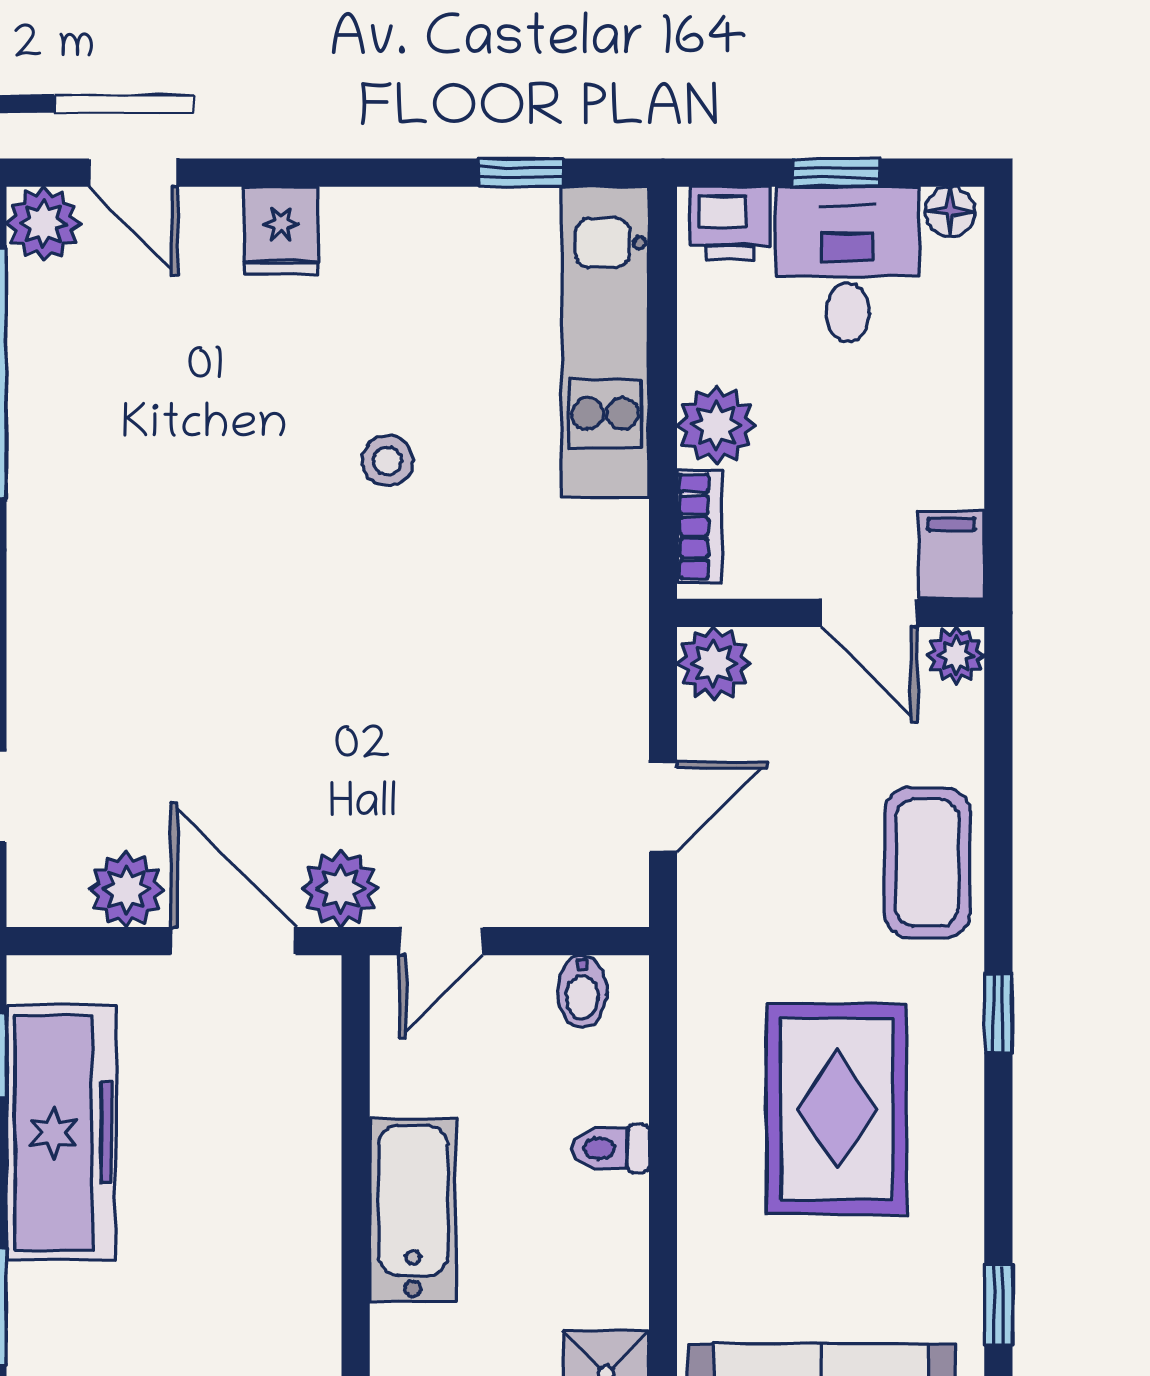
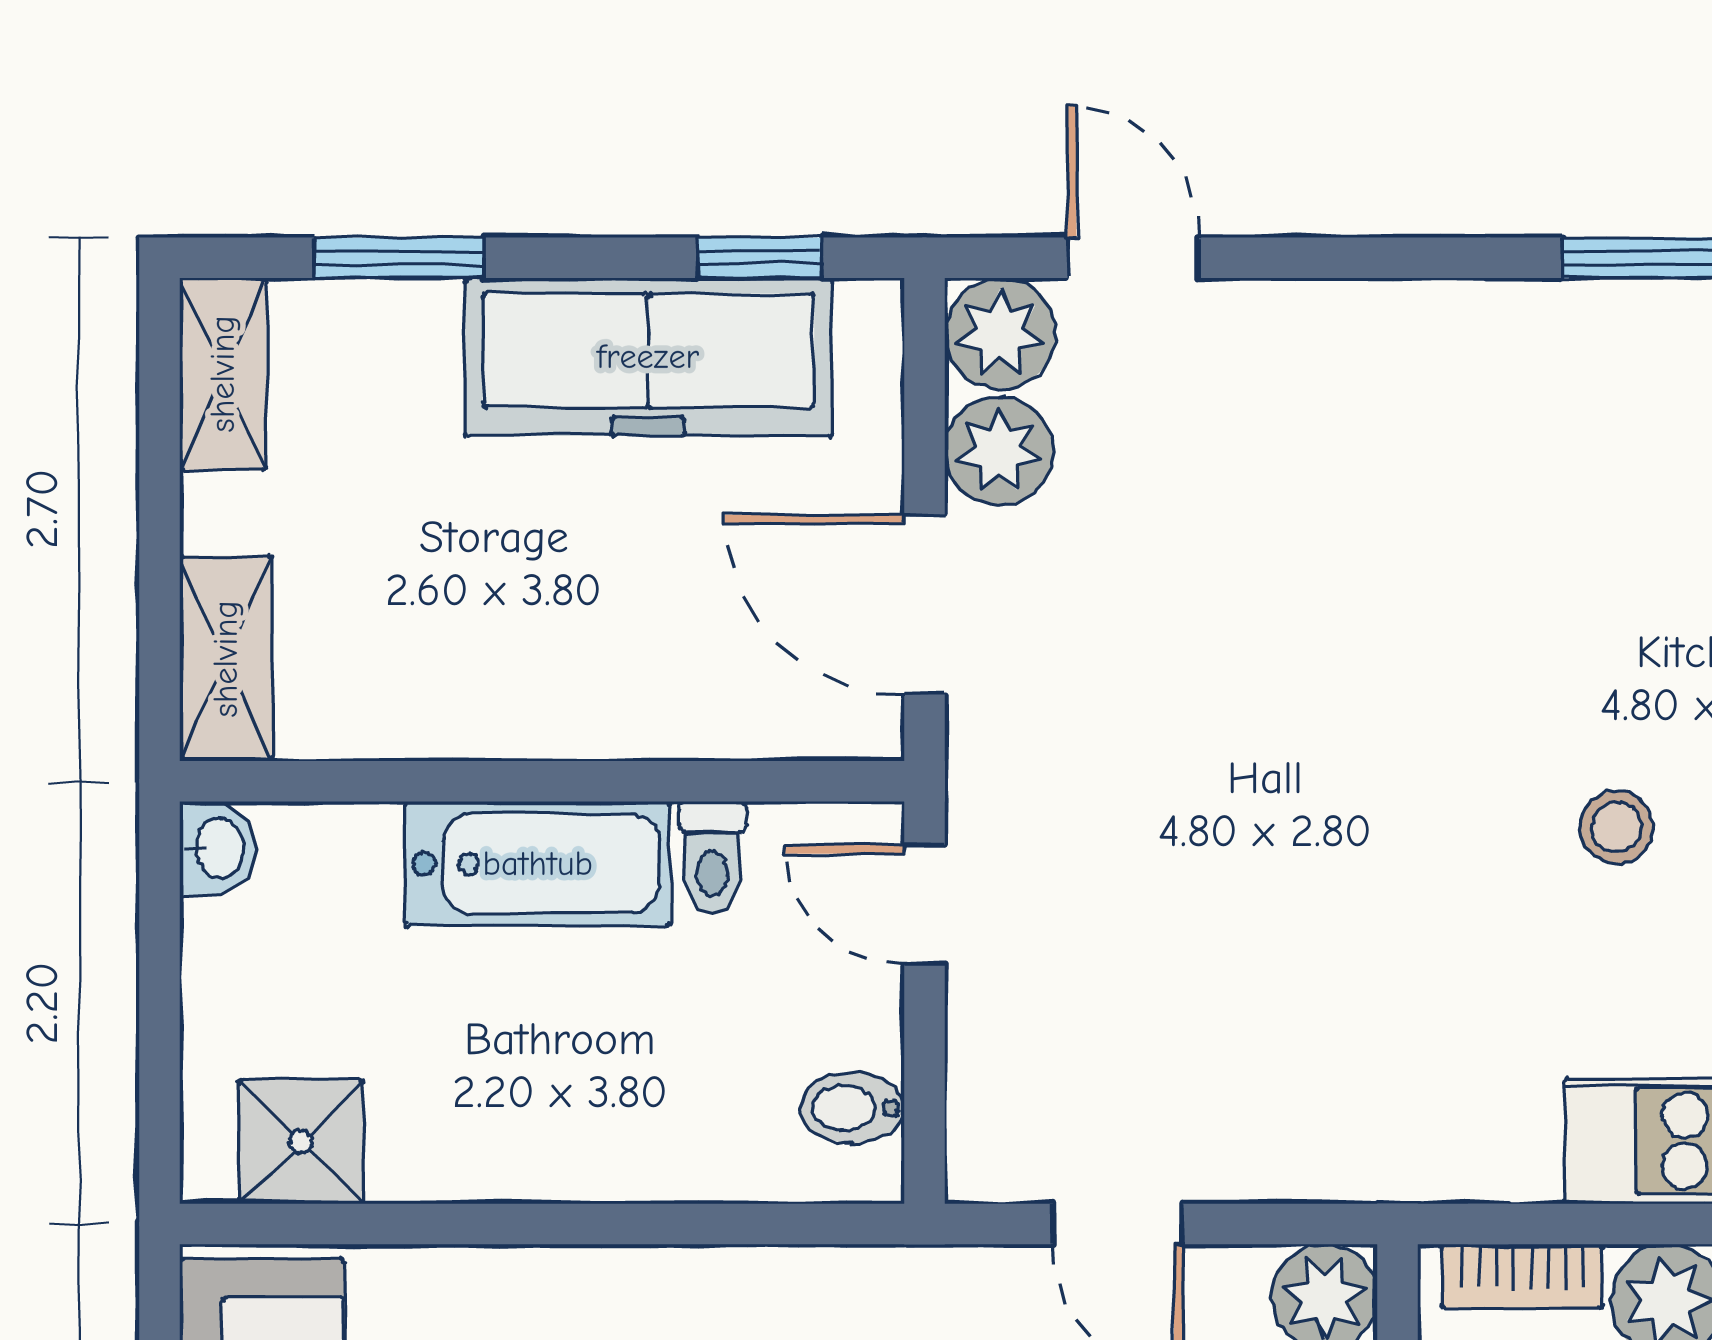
plant: (340, 889) -> (1000, 333), moved
door: (233, 941) -> (924, 605), swing flipped
toilet: (610, 1149) -> (712, 857), moved, turned 180

